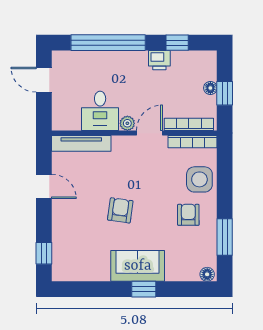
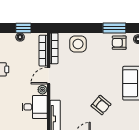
door: (149, 133) -> (49, 76), hinge flipped
armchair: (120, 210) -> (101, 105), moved, turned -148
armchair: (188, 215) -> (119, 43), moved

